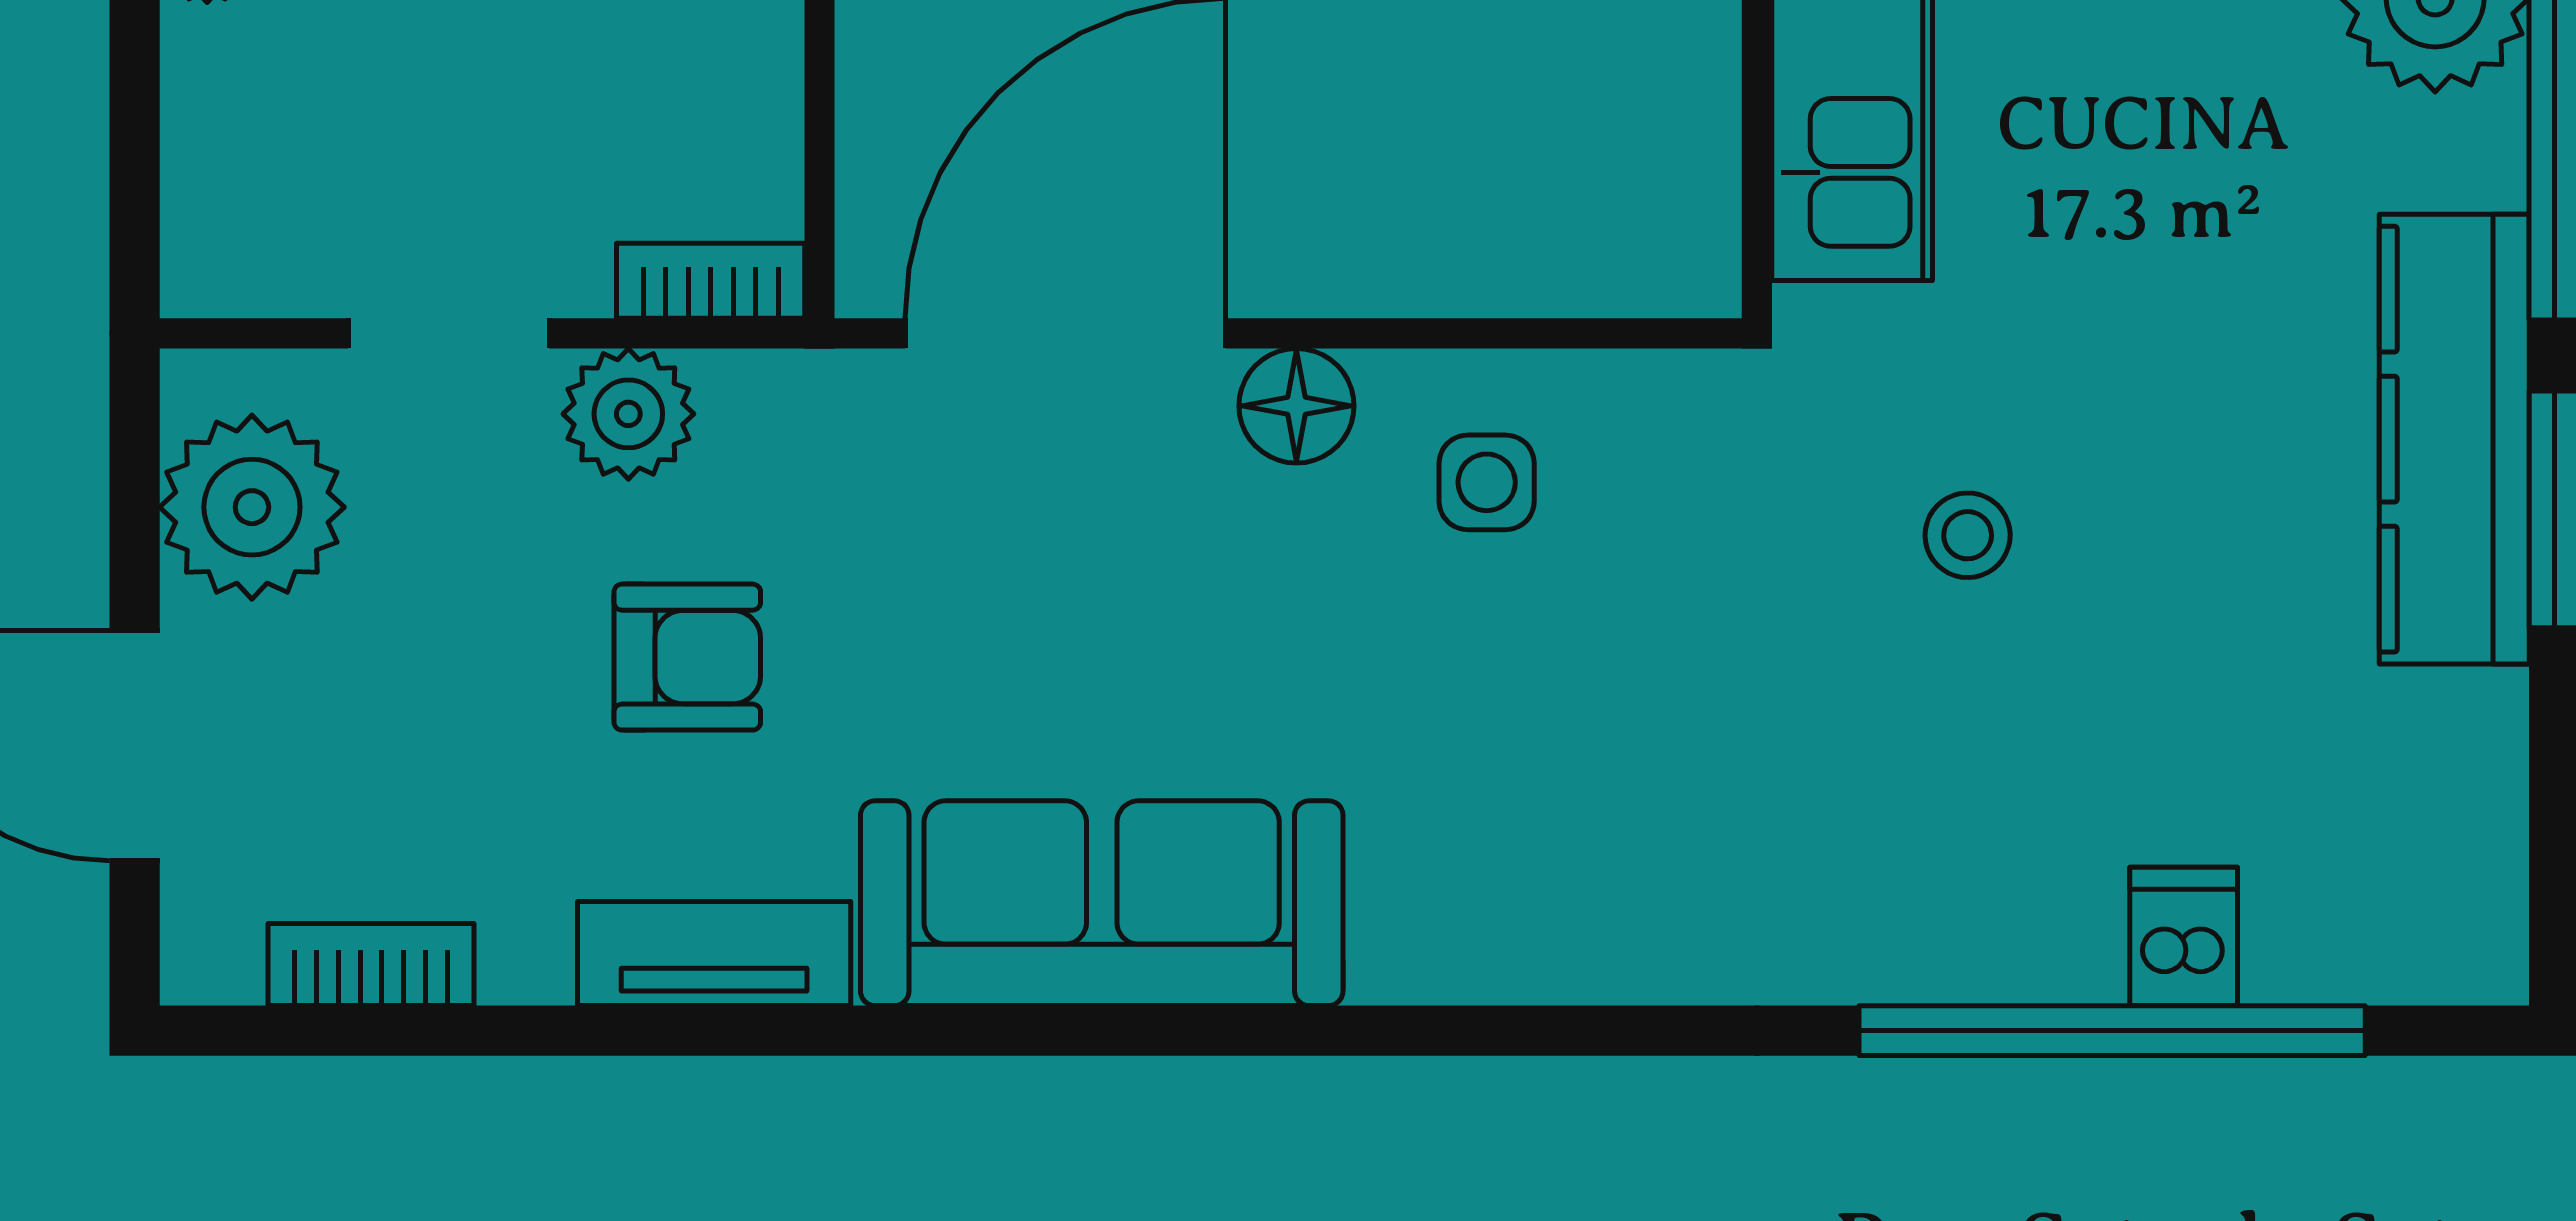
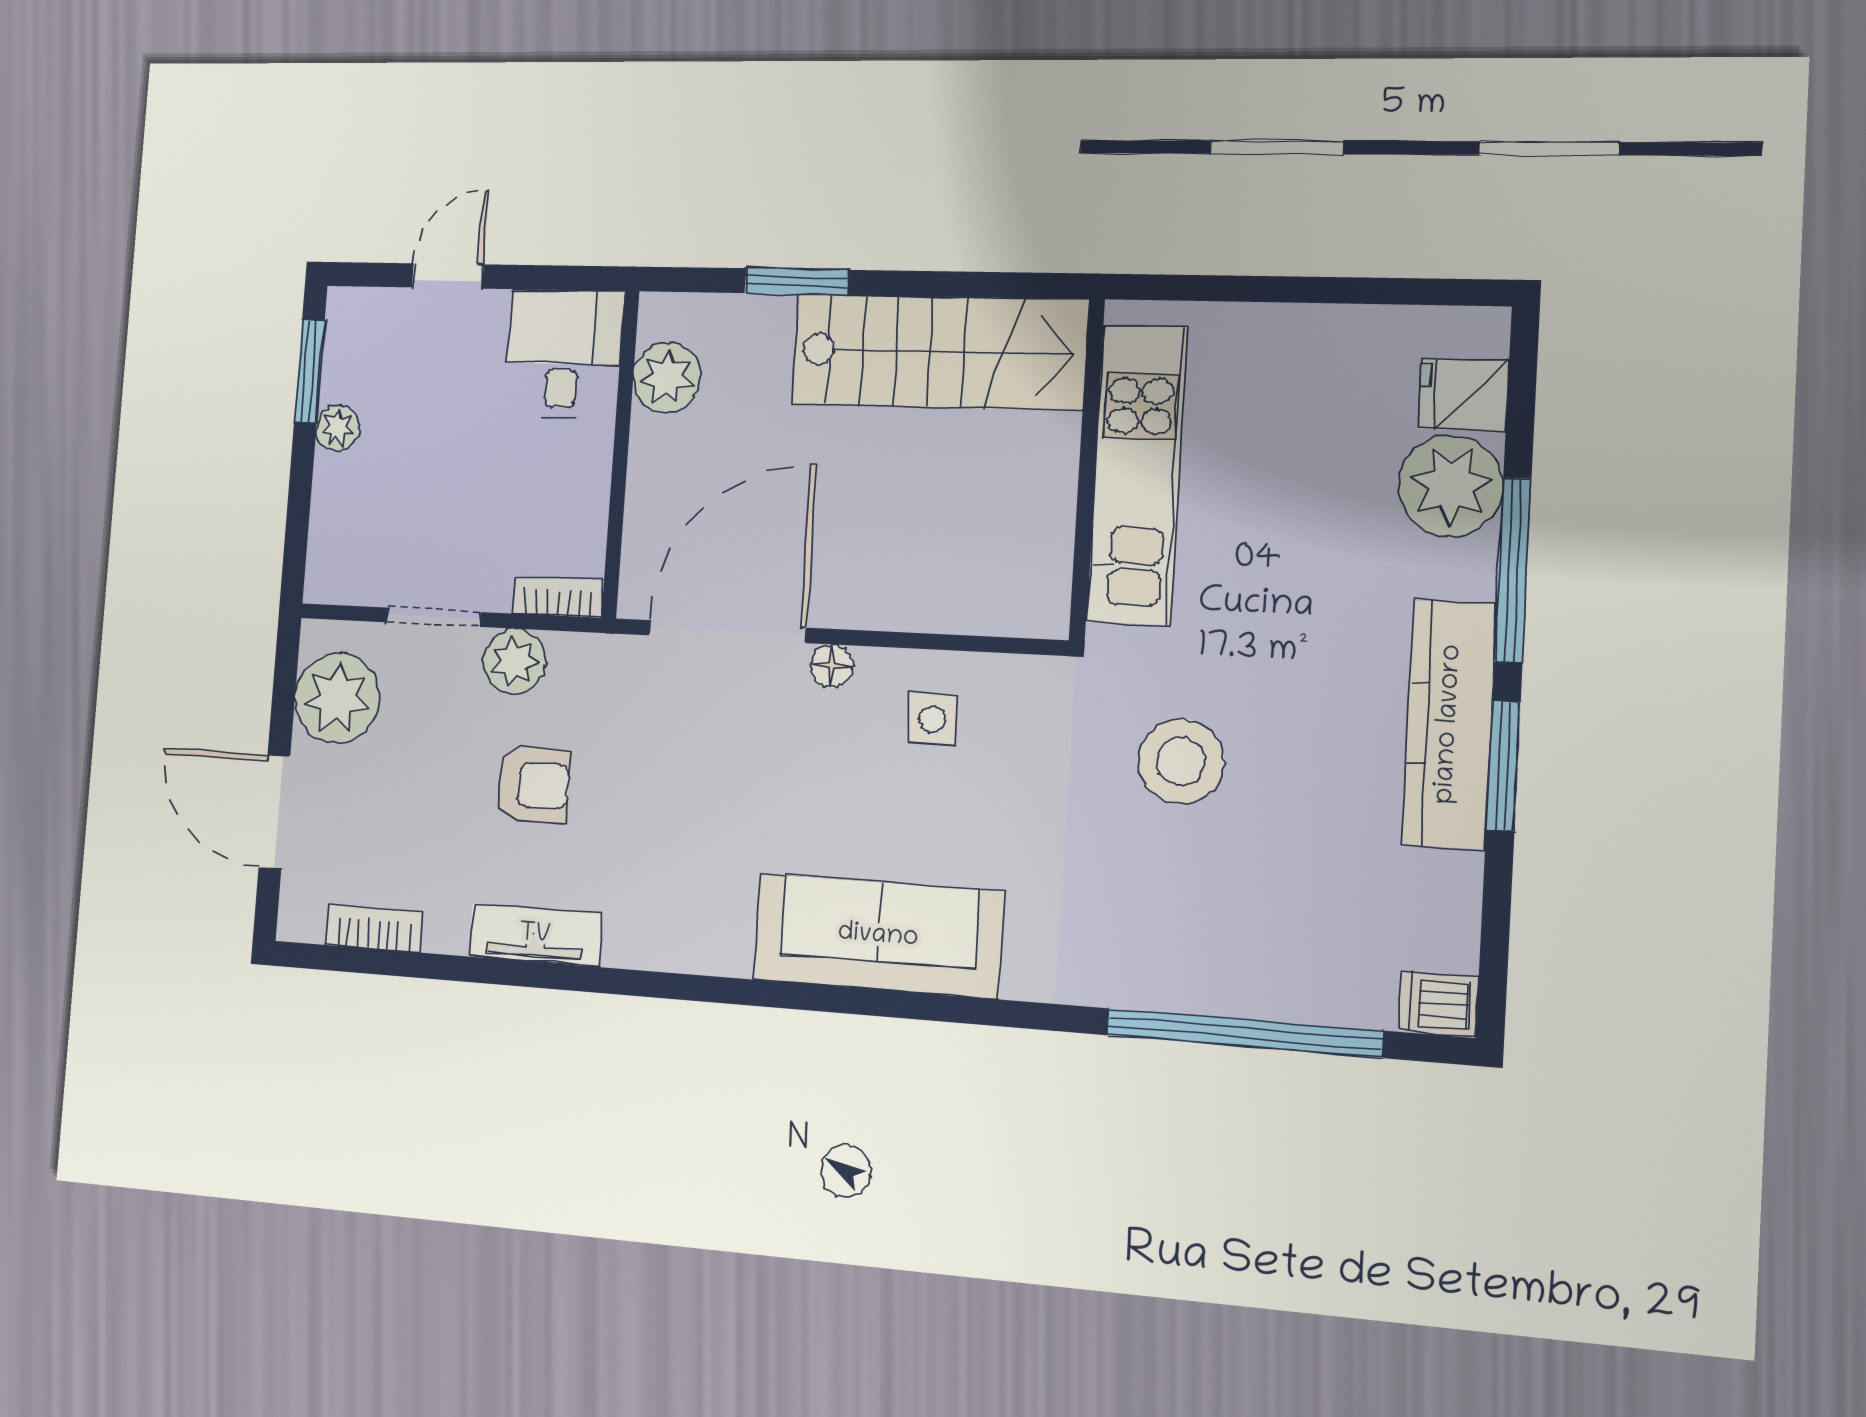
floor lamp: (1296, 406) -> (832, 666), width x0.73, depth x0.73
stool: (1968, 535) -> (1181, 761), width x1.89, depth x1.89
sofa: (1102, 903) -> (878, 936), moved
dishwasher: (2184, 936) -> (1438, 1004), moved, turned -90

